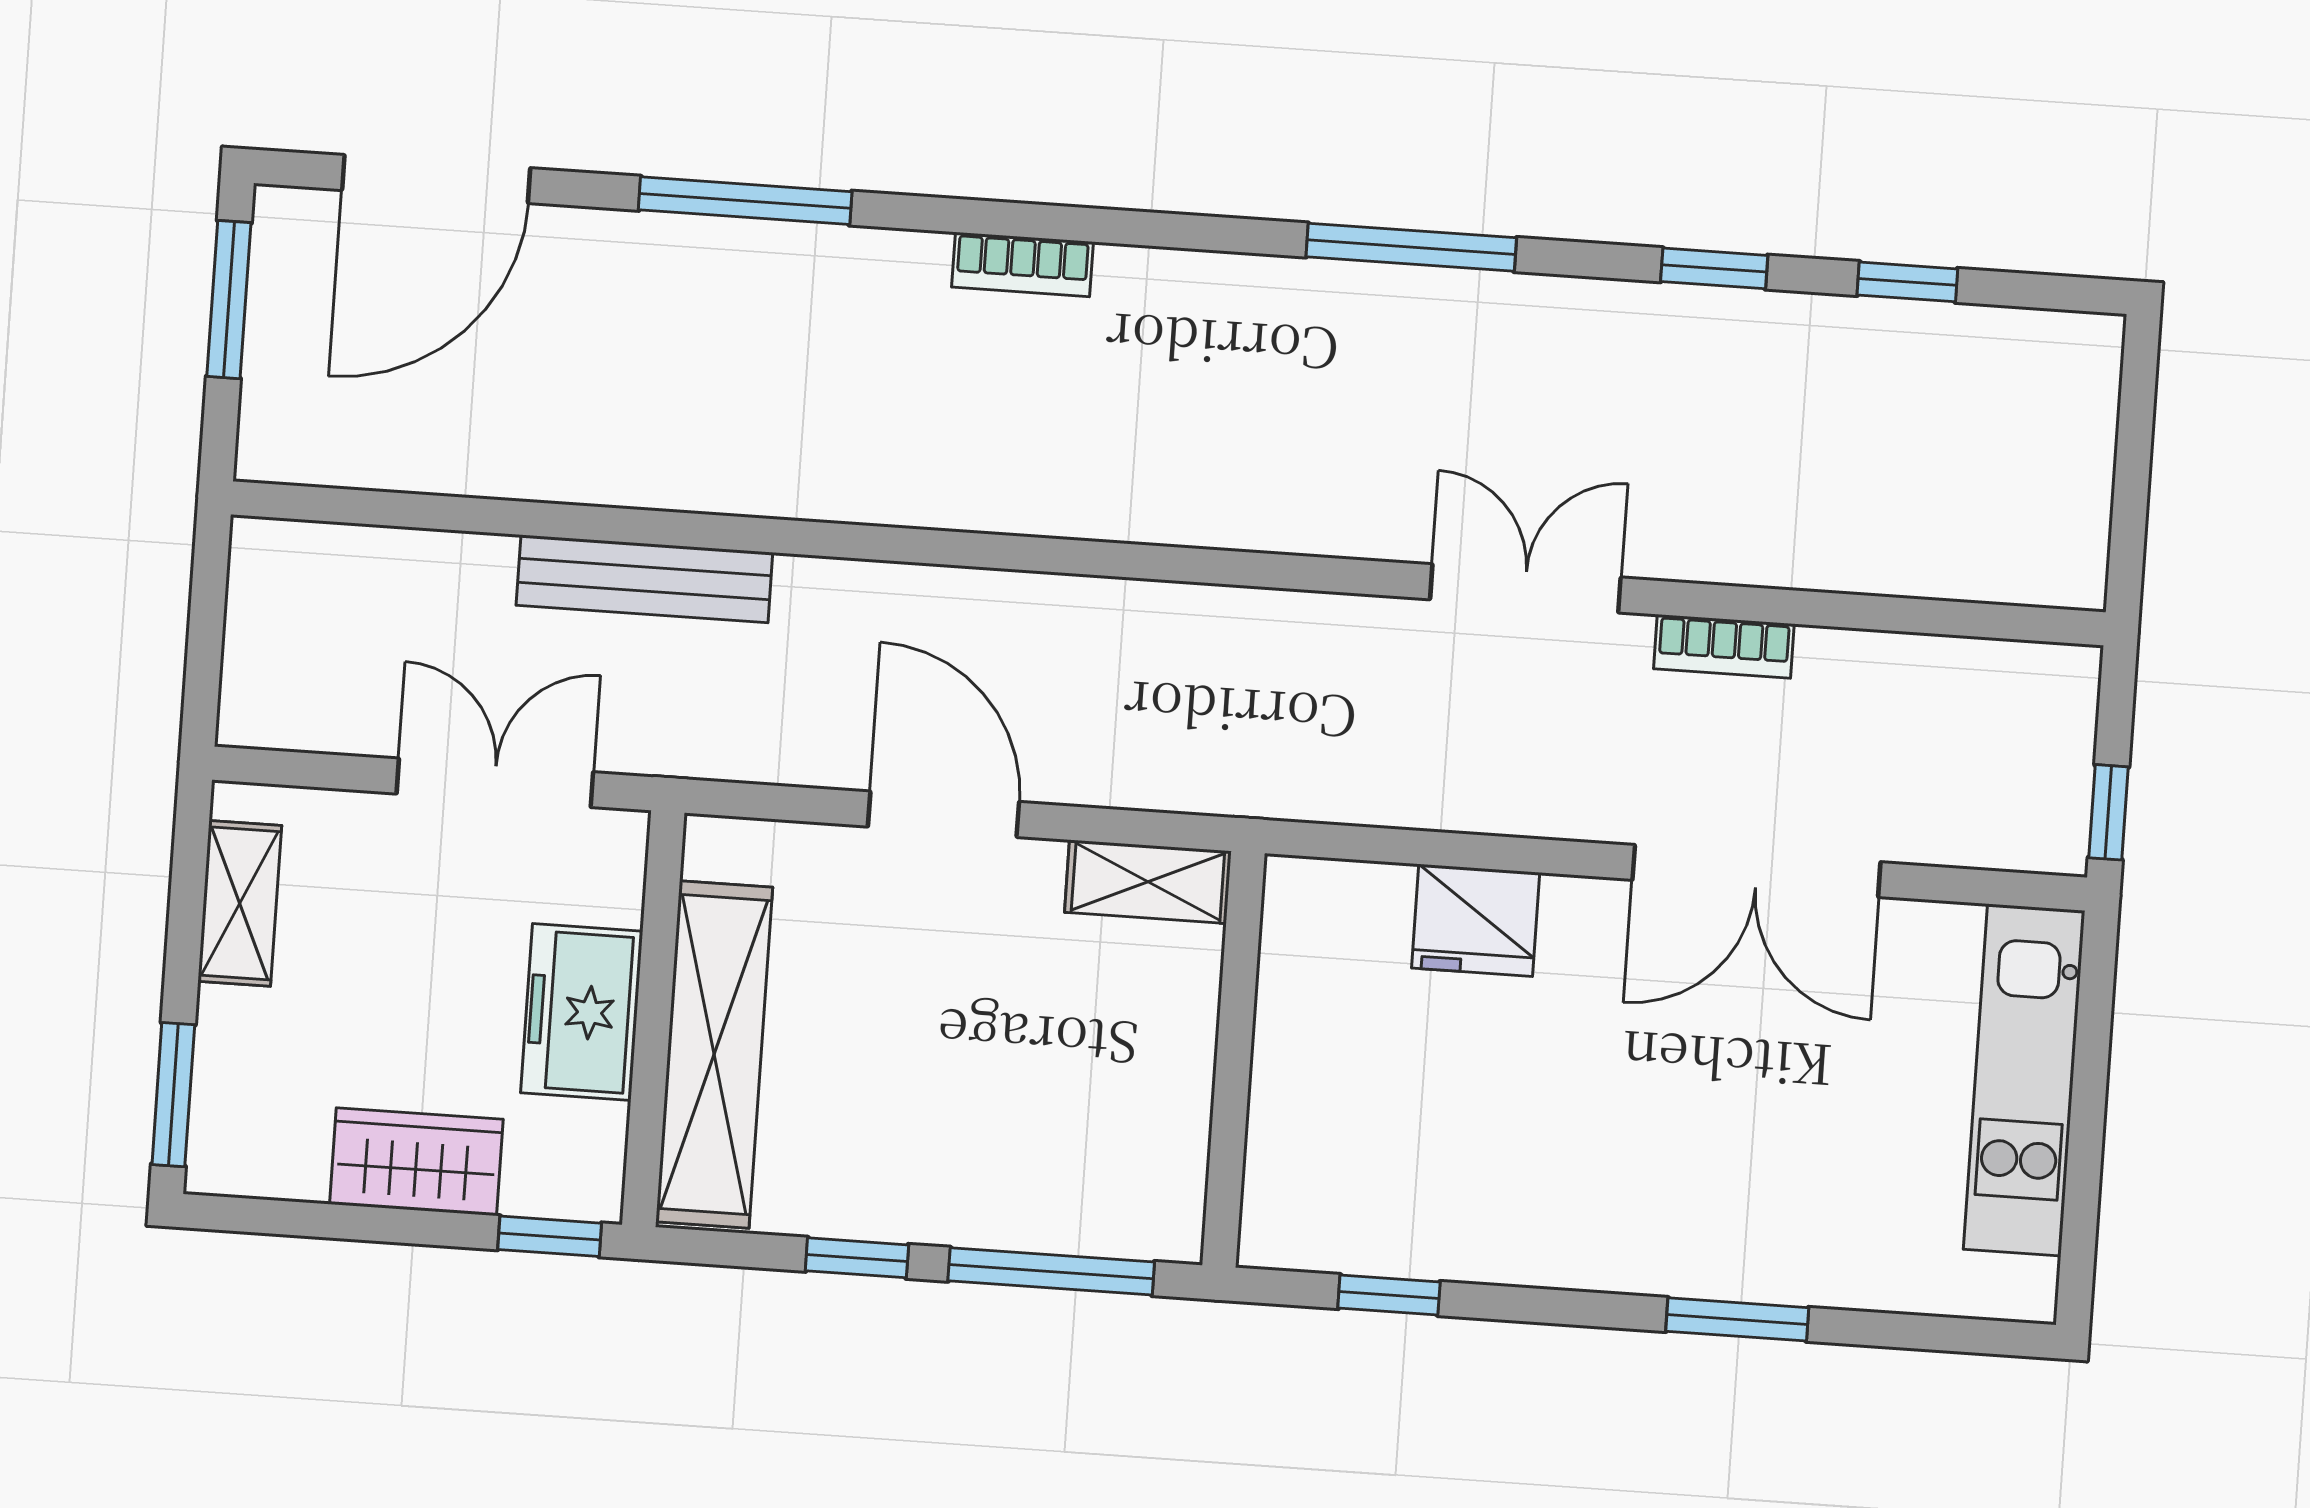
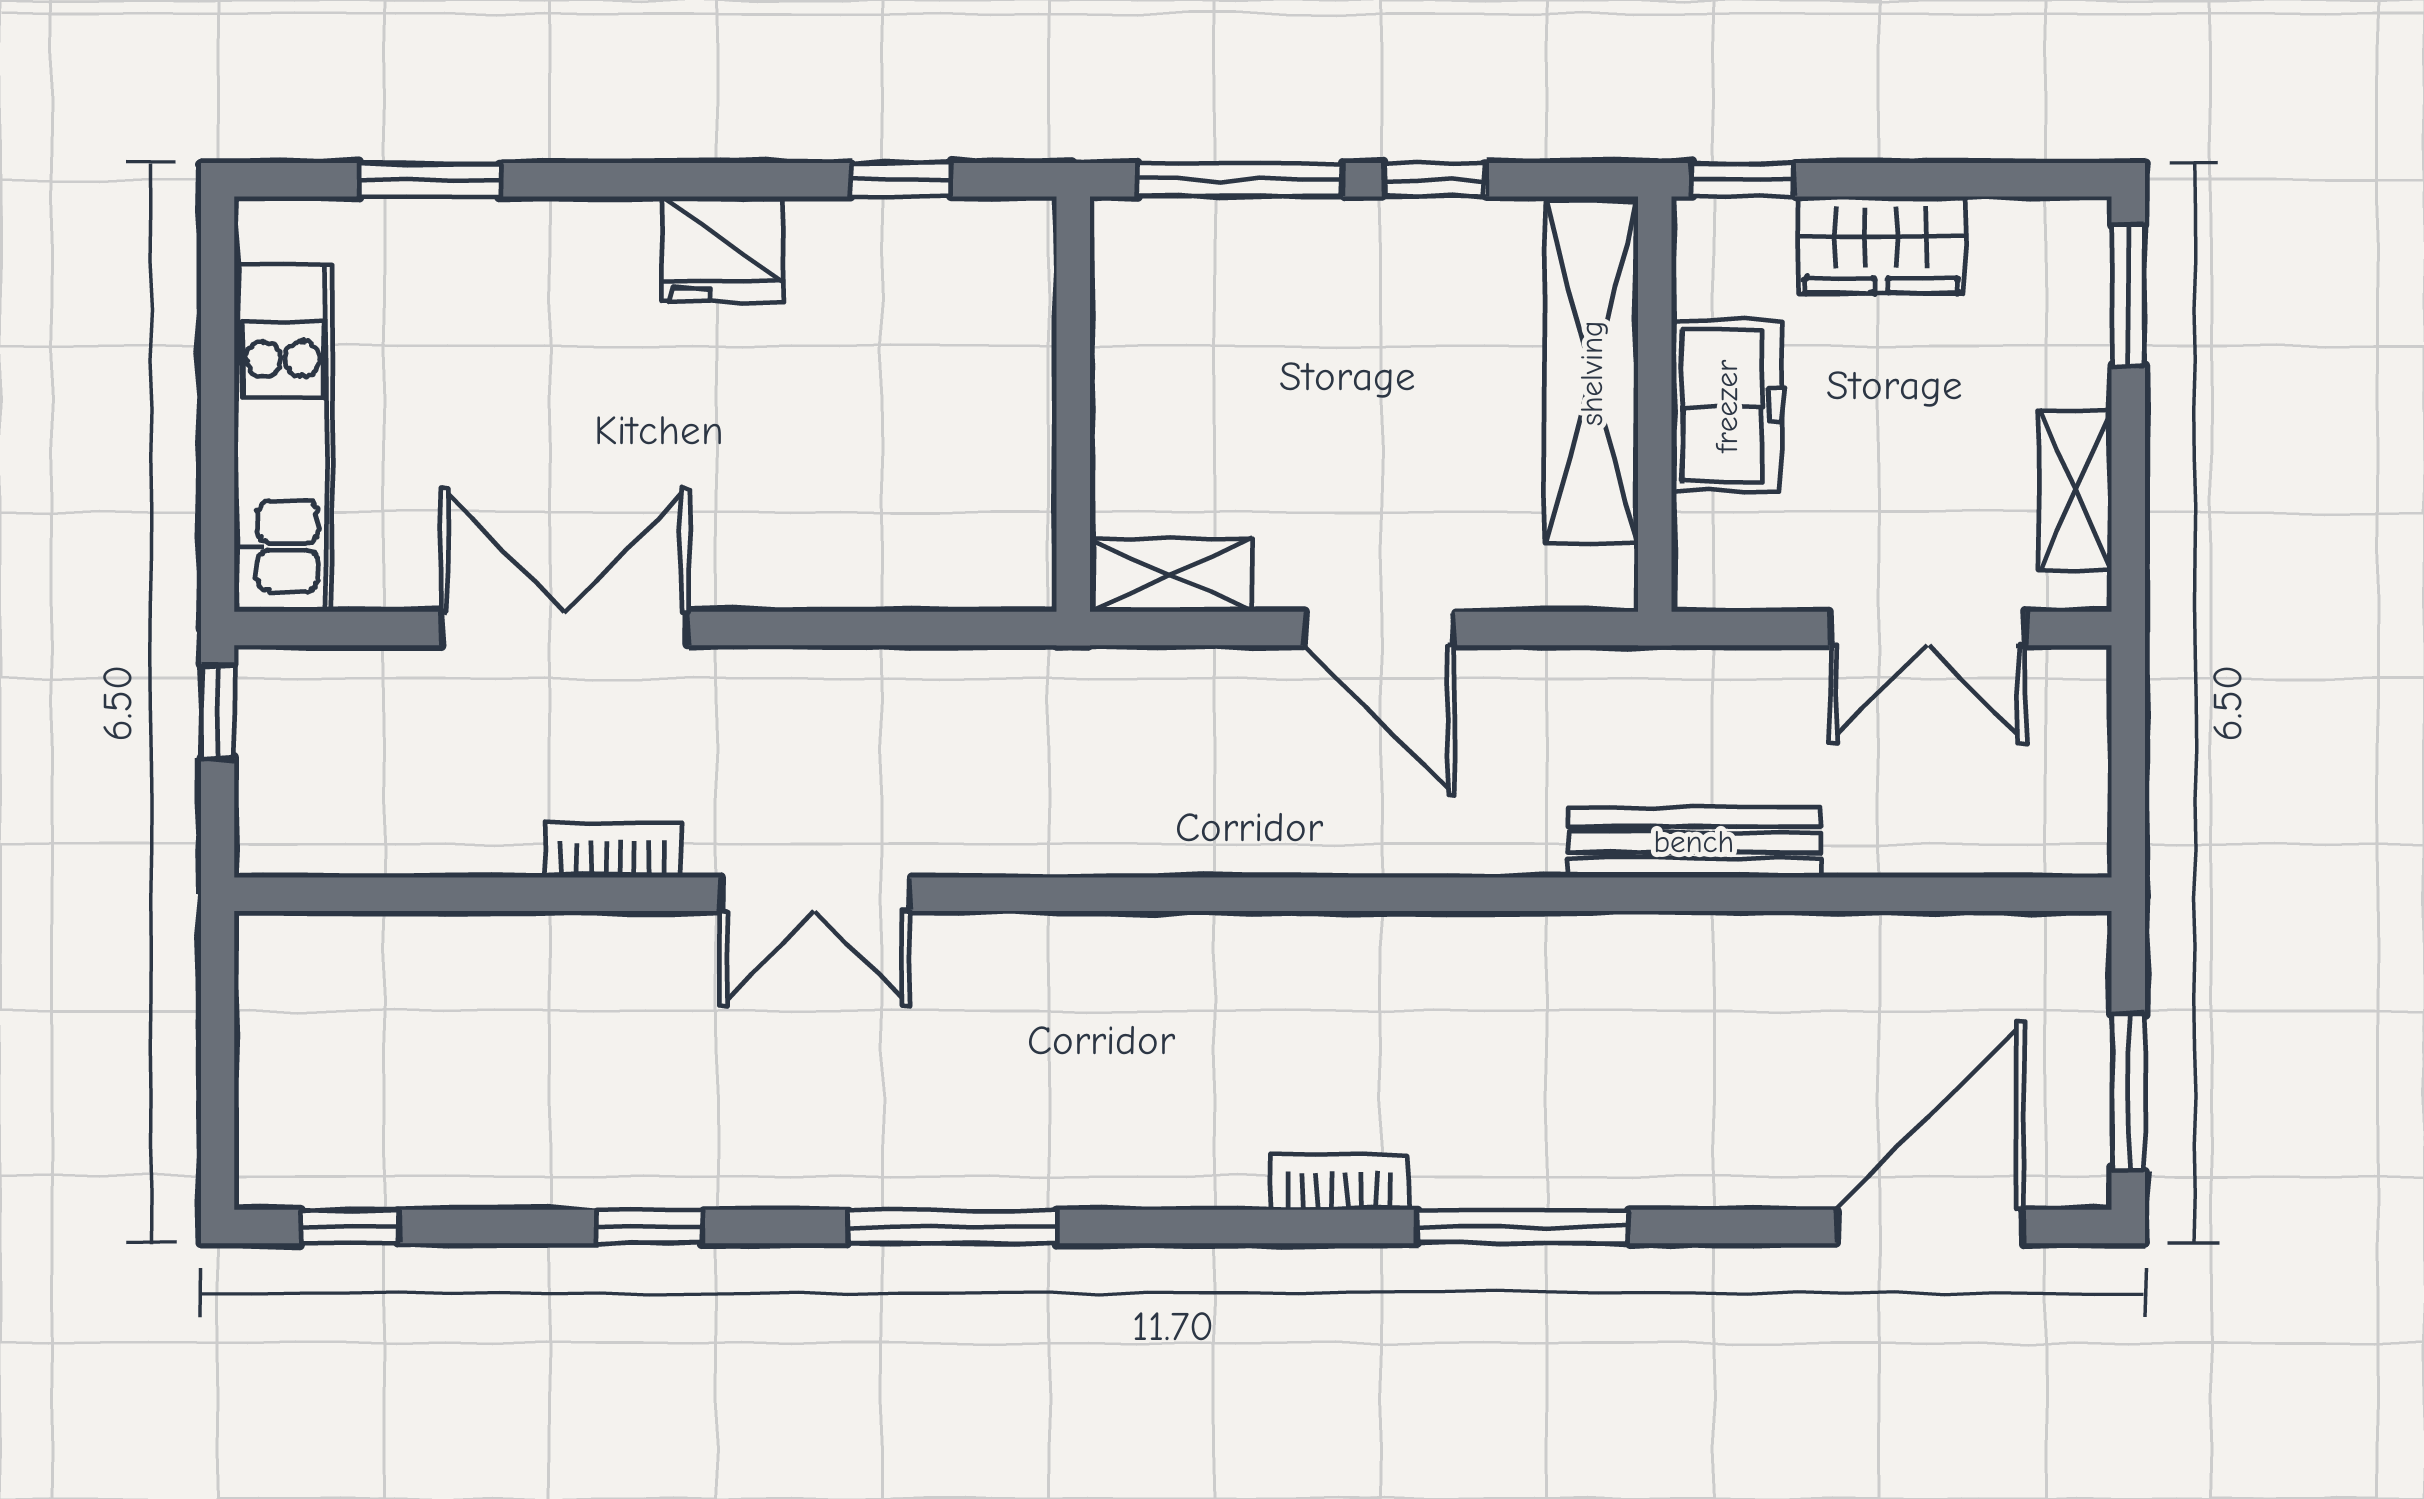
window: (745, 201) -> (1523, 1227), moved
window: (1907, 282) -> (350, 1227), moved
double door: (495, 783) -> (1928, 628), moved
fridge: (1476, 920) -> (723, 249), moved, turned 180
window: (1737, 1319) -> (430, 180), moved

